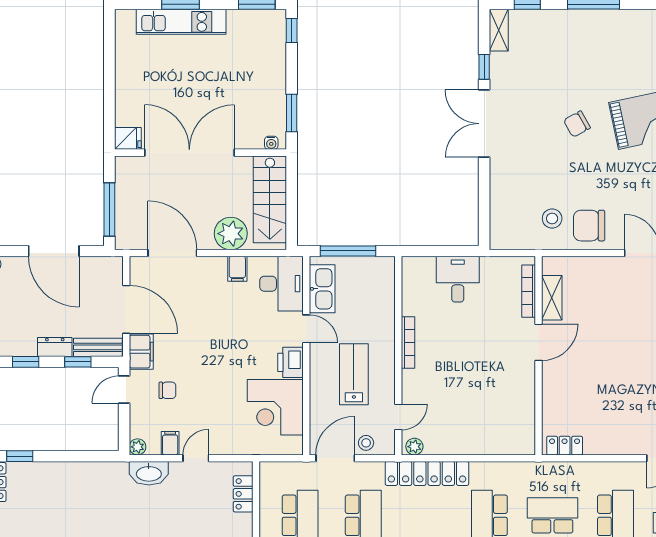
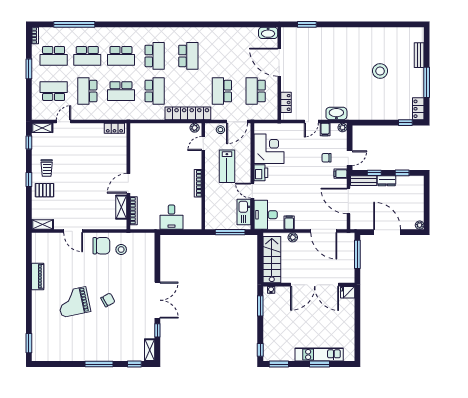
plant: (231, 234) -> (293, 237), width x0.53, depth x0.53
filing cabinet: (141, 352) -> (340, 174), width x0.50

